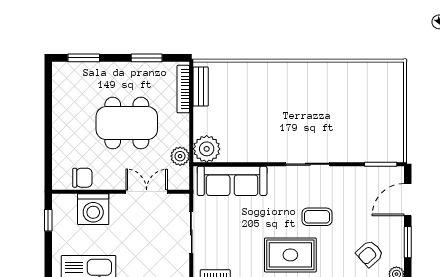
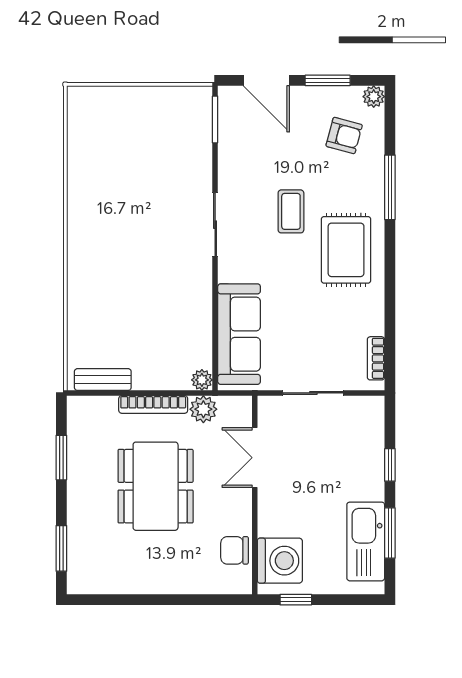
bookcase: (183, 89) -> (153, 404), moved
plant: (207, 149) -> (202, 380), width x0.53, depth x0.53
chair: (82, 178) -> (234, 550), turned -90
washing machine: (93, 209) -> (280, 561), moved
armchair: (370, 254) -> (344, 135), turned -33

